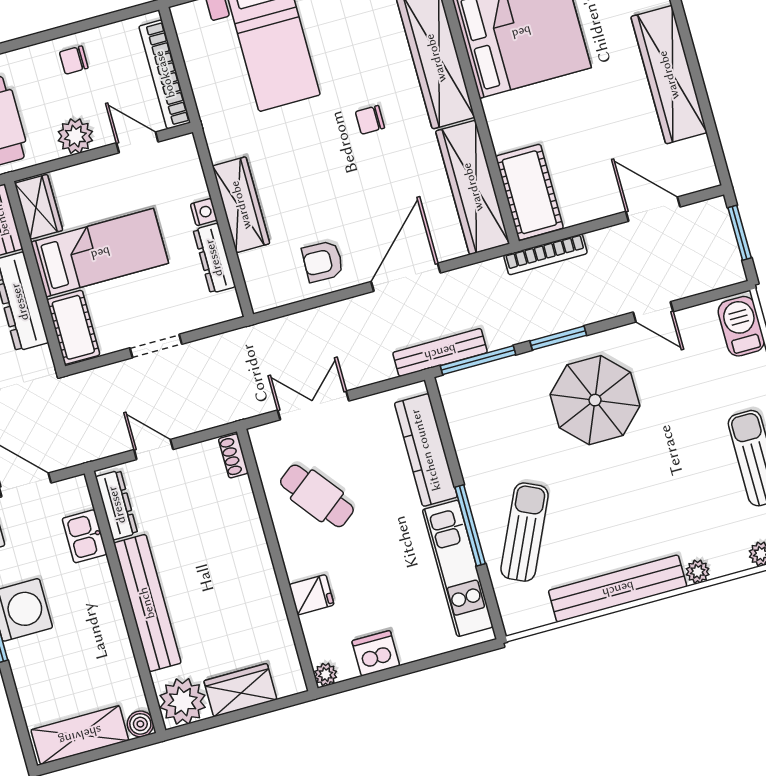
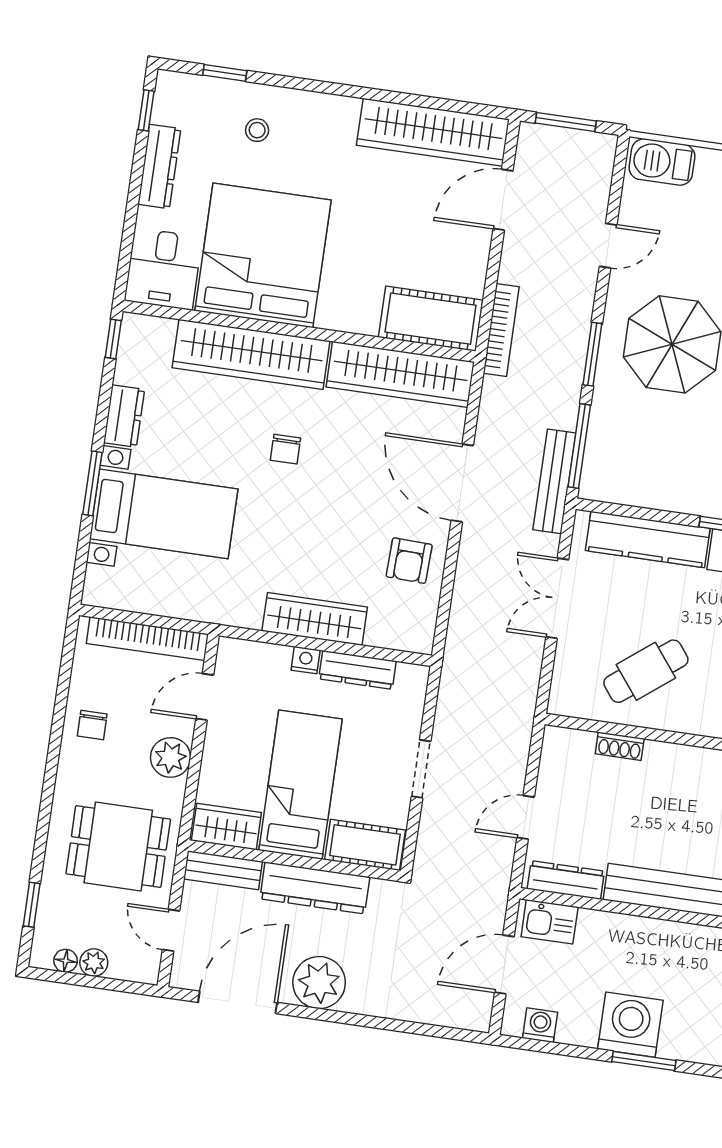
wardrobe: (669, 75) -> (433, 132), moved
double door: (313, 405) -> (557, 598), moved
shoe rack: (233, 456) -> (620, 746), moved
kitchen sink: (85, 536) -> (550, 922), moved

